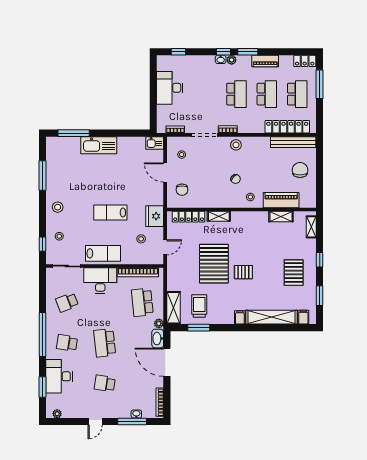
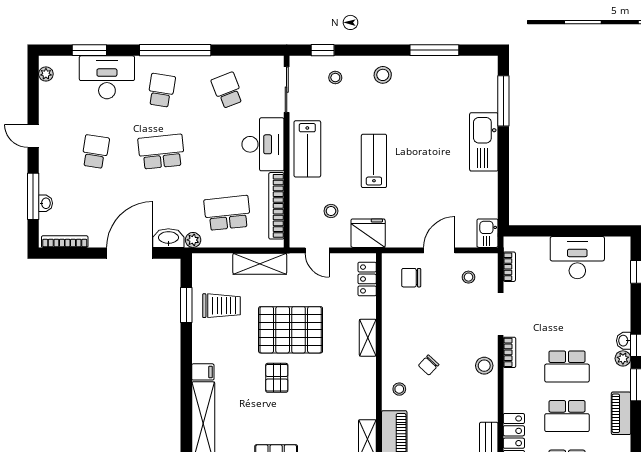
locker: (189, 217) -> (367, 279), width x0.66
shelving: (173, 308) -> (260, 264), moved

